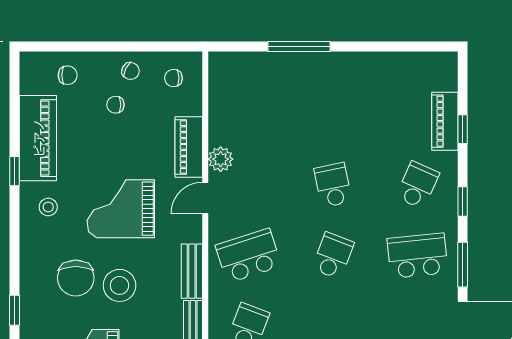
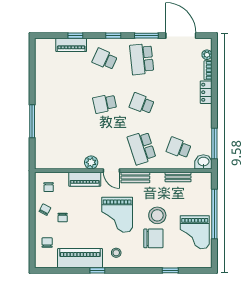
bench: (192, 271) -> (135, 177), moved

